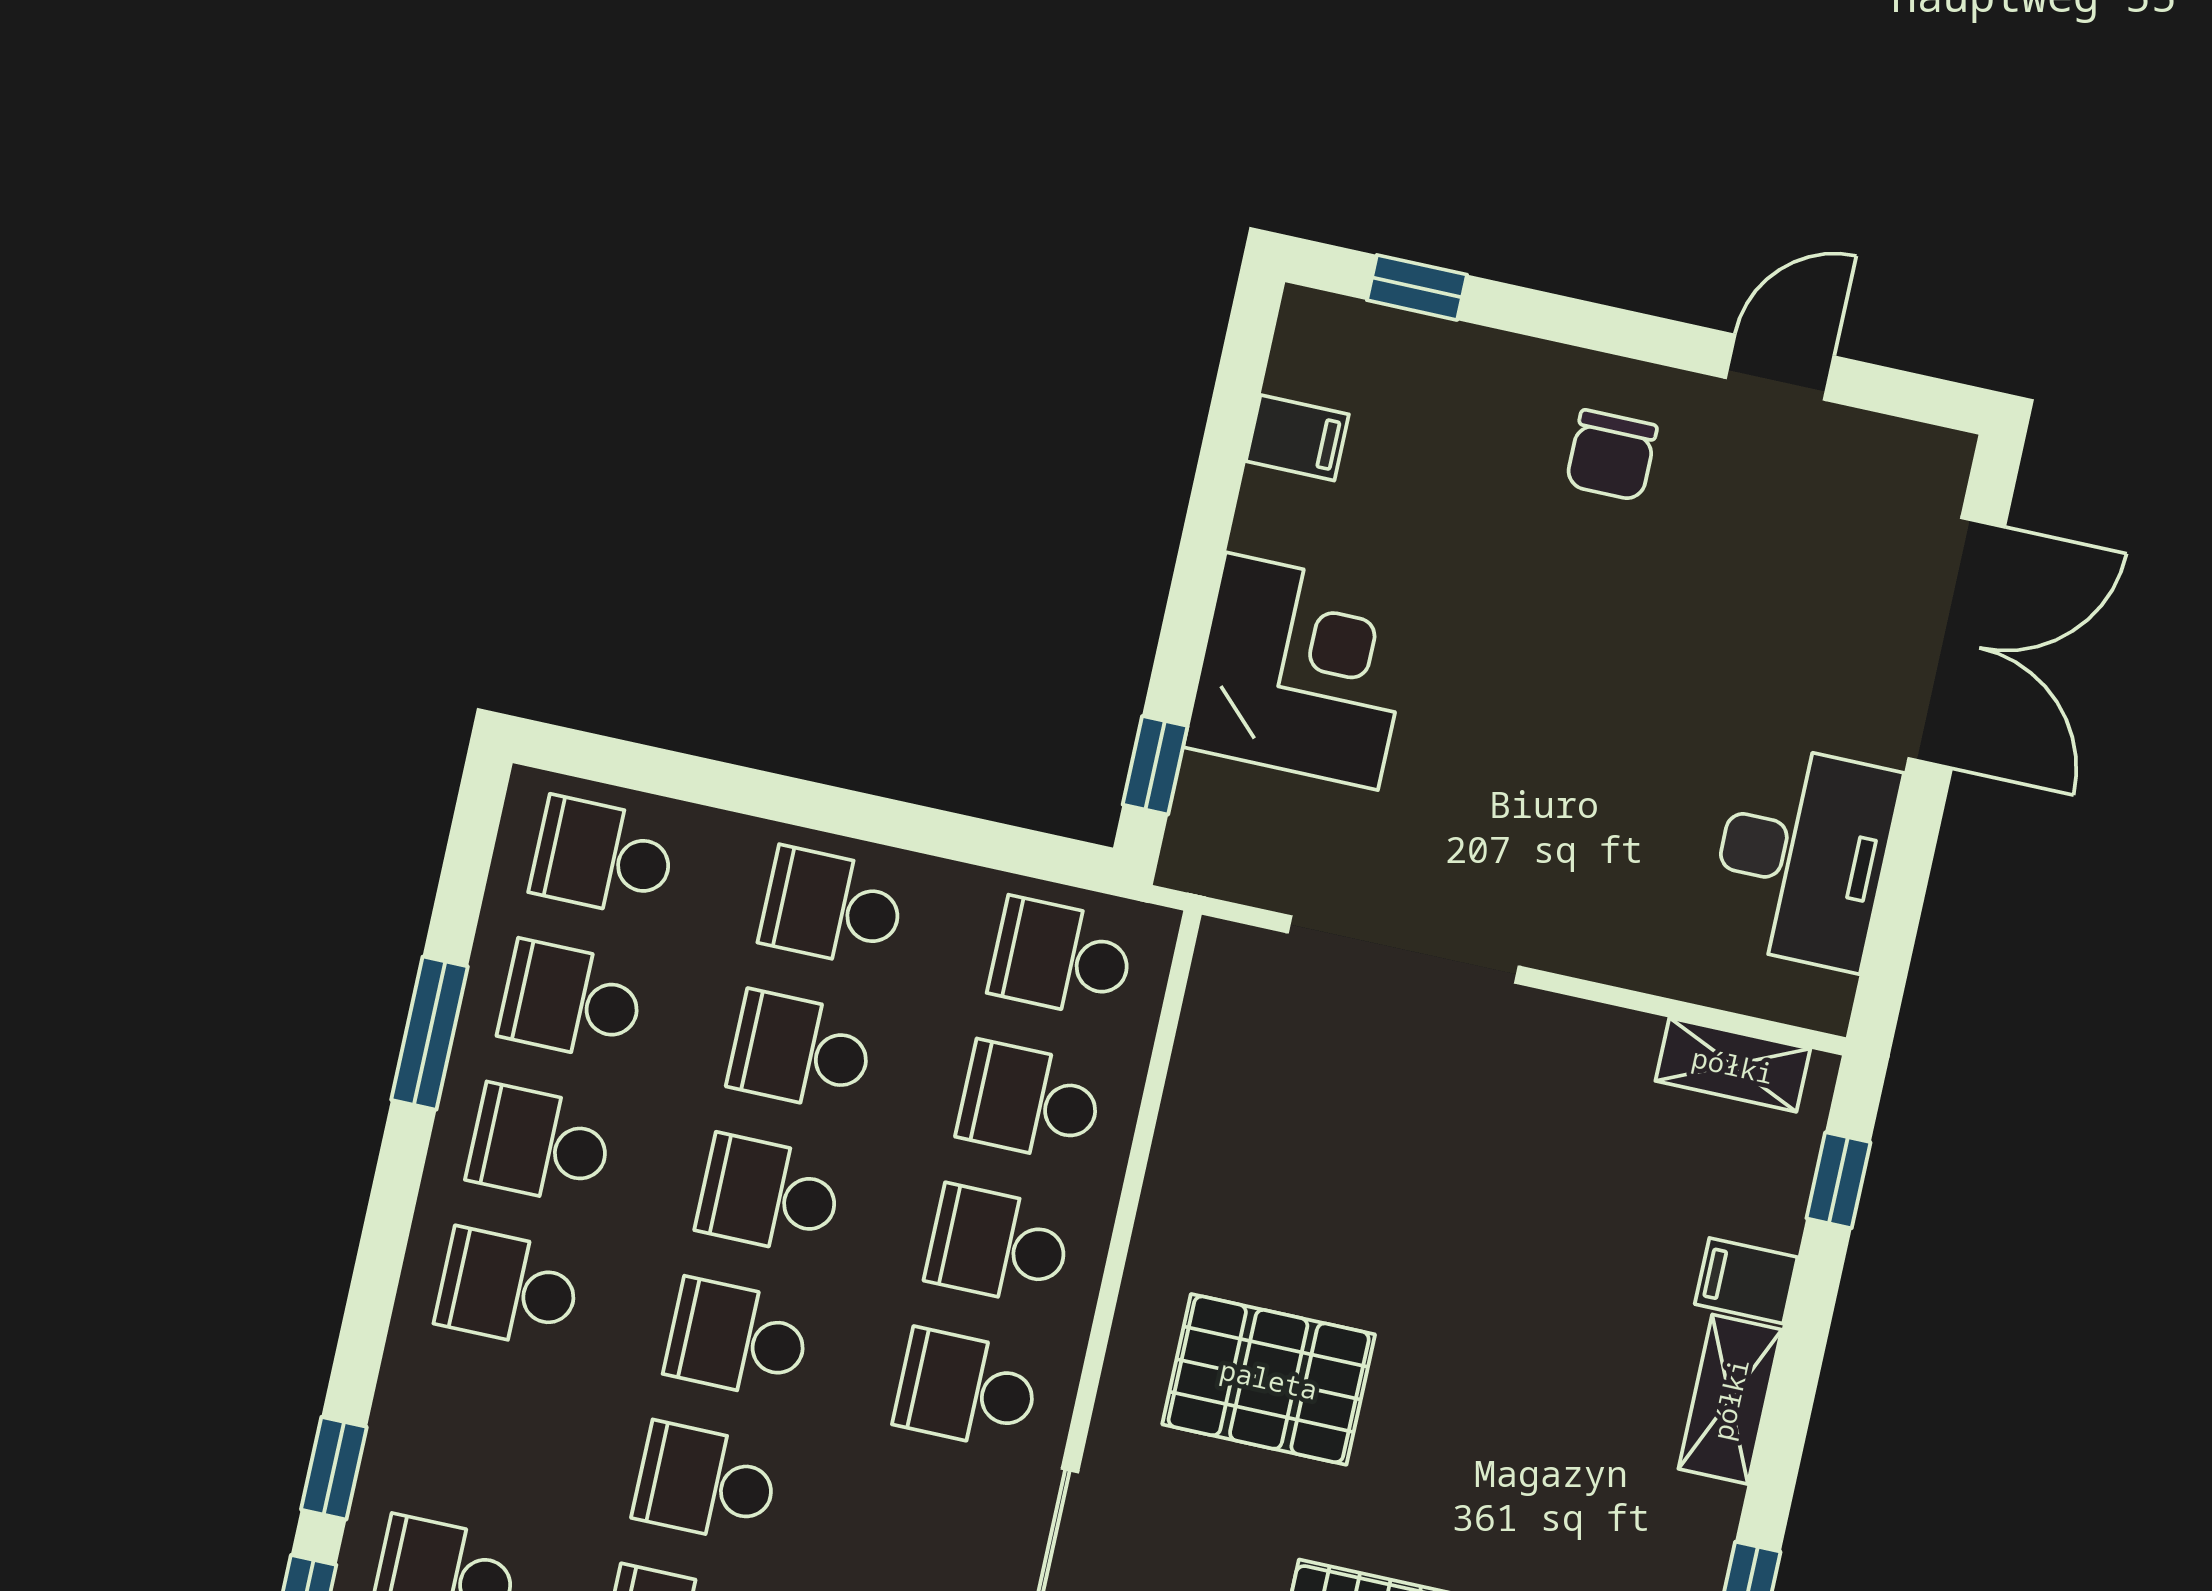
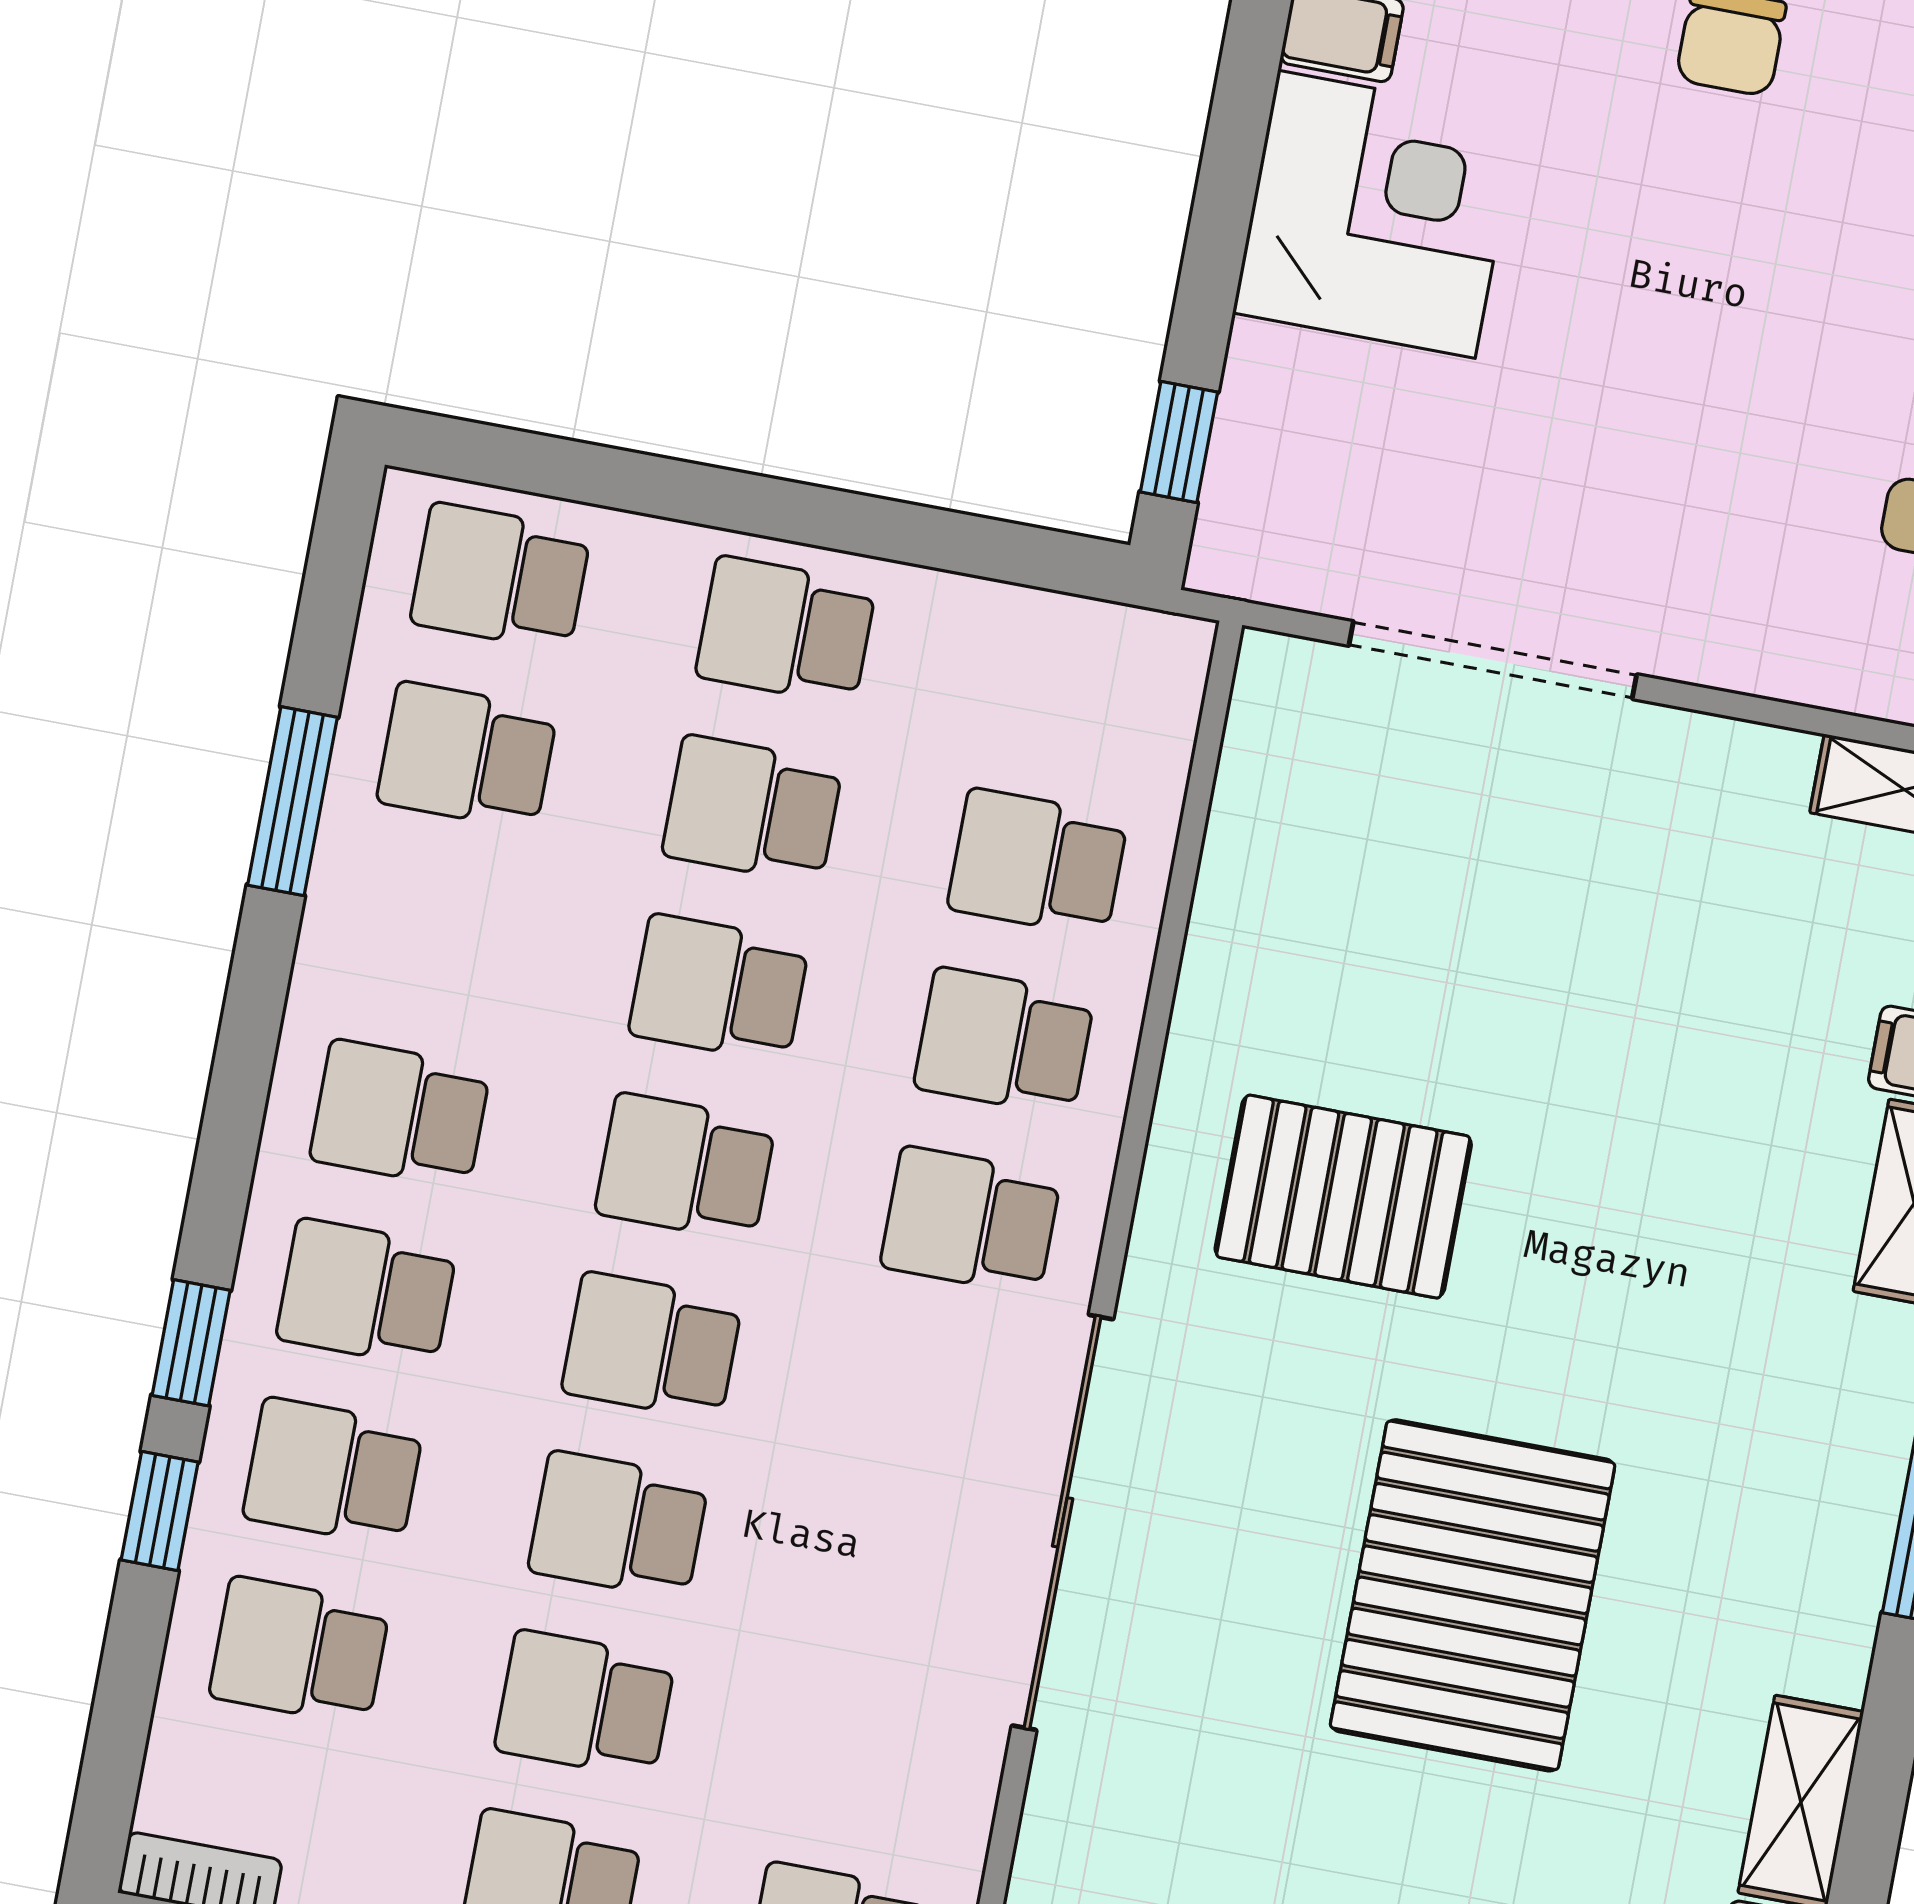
corner desk: (1302, 671) -> (1376, 214), moved
school desk: (1062, 958) -> (1071, 684), removed
school desk: (540, 1145) -> (366, 1293), moved

